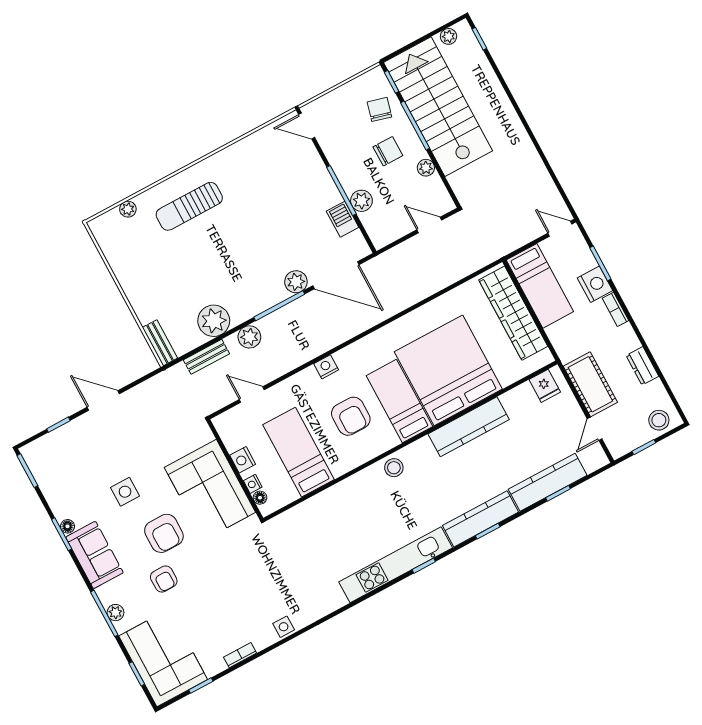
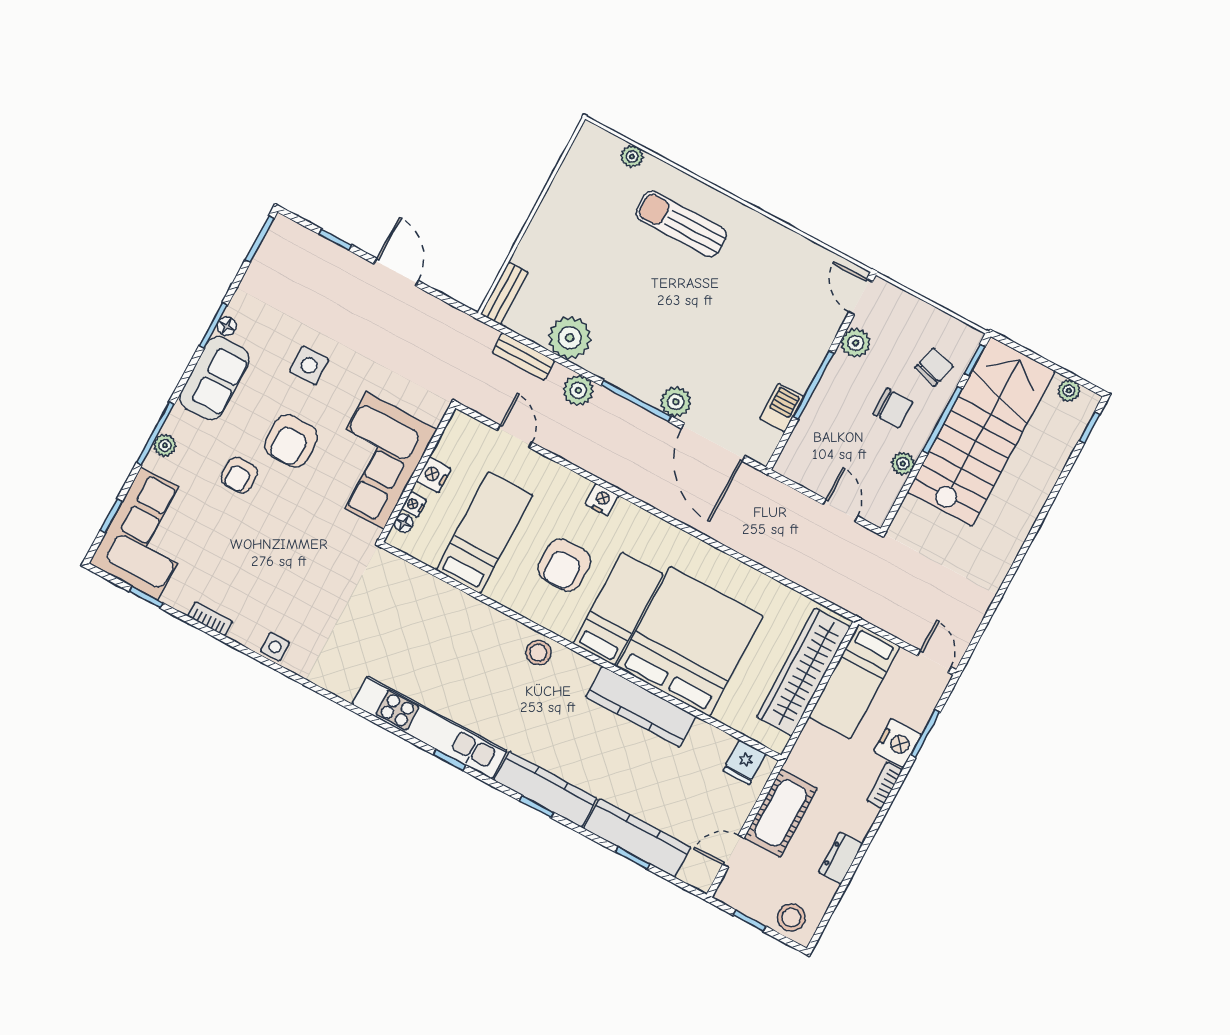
plant: (361, 201) -> (856, 343), moved

